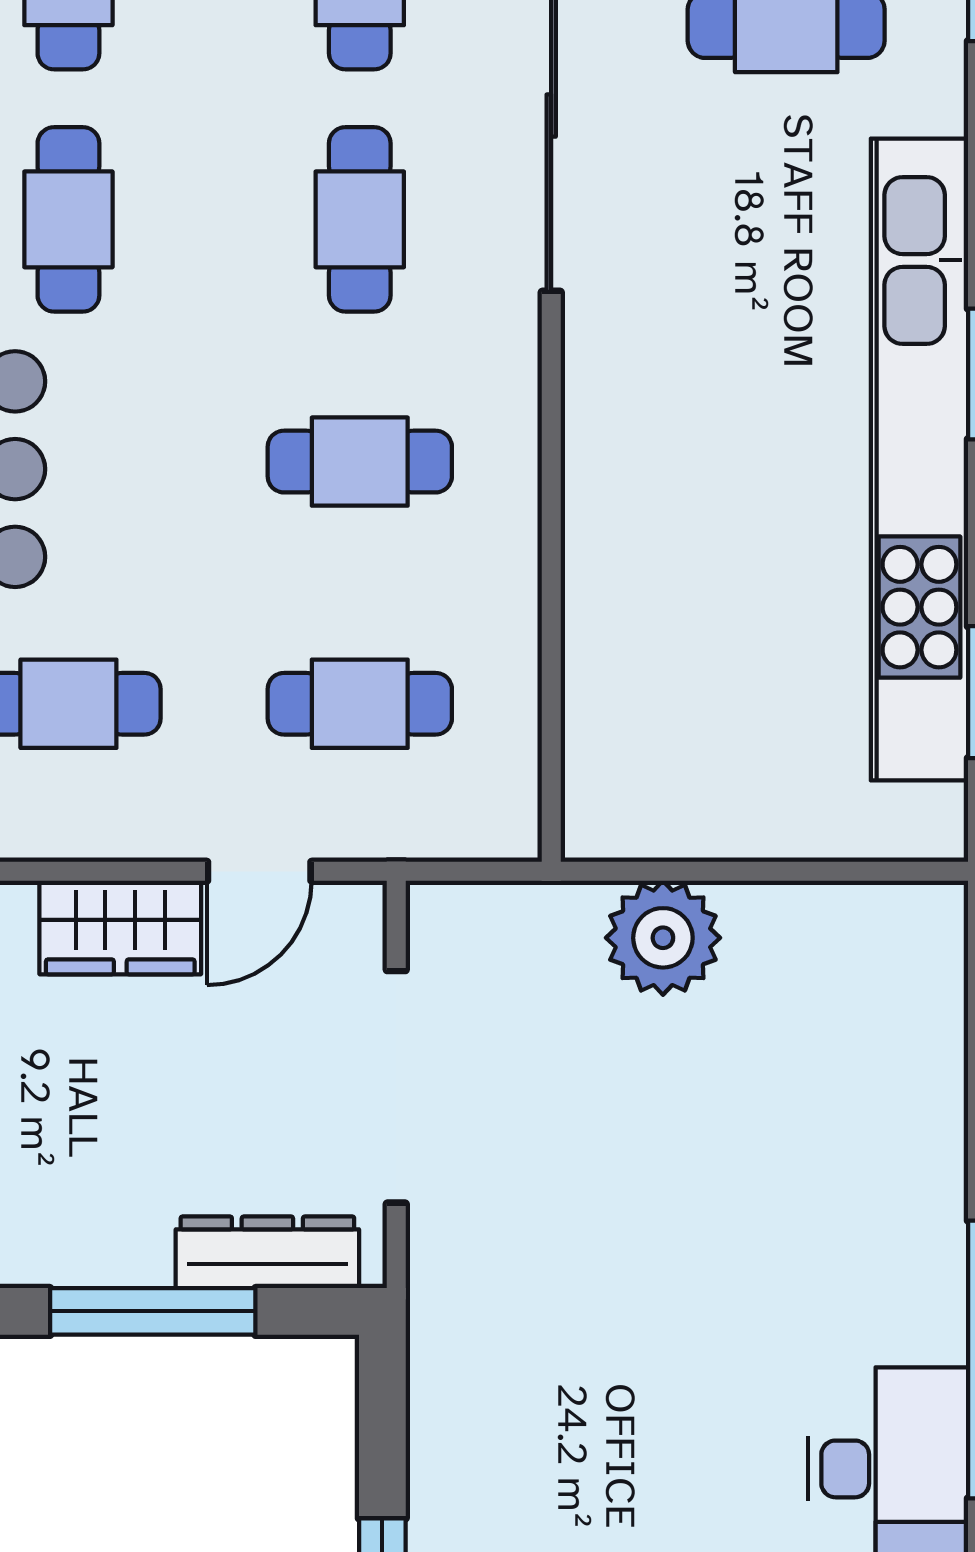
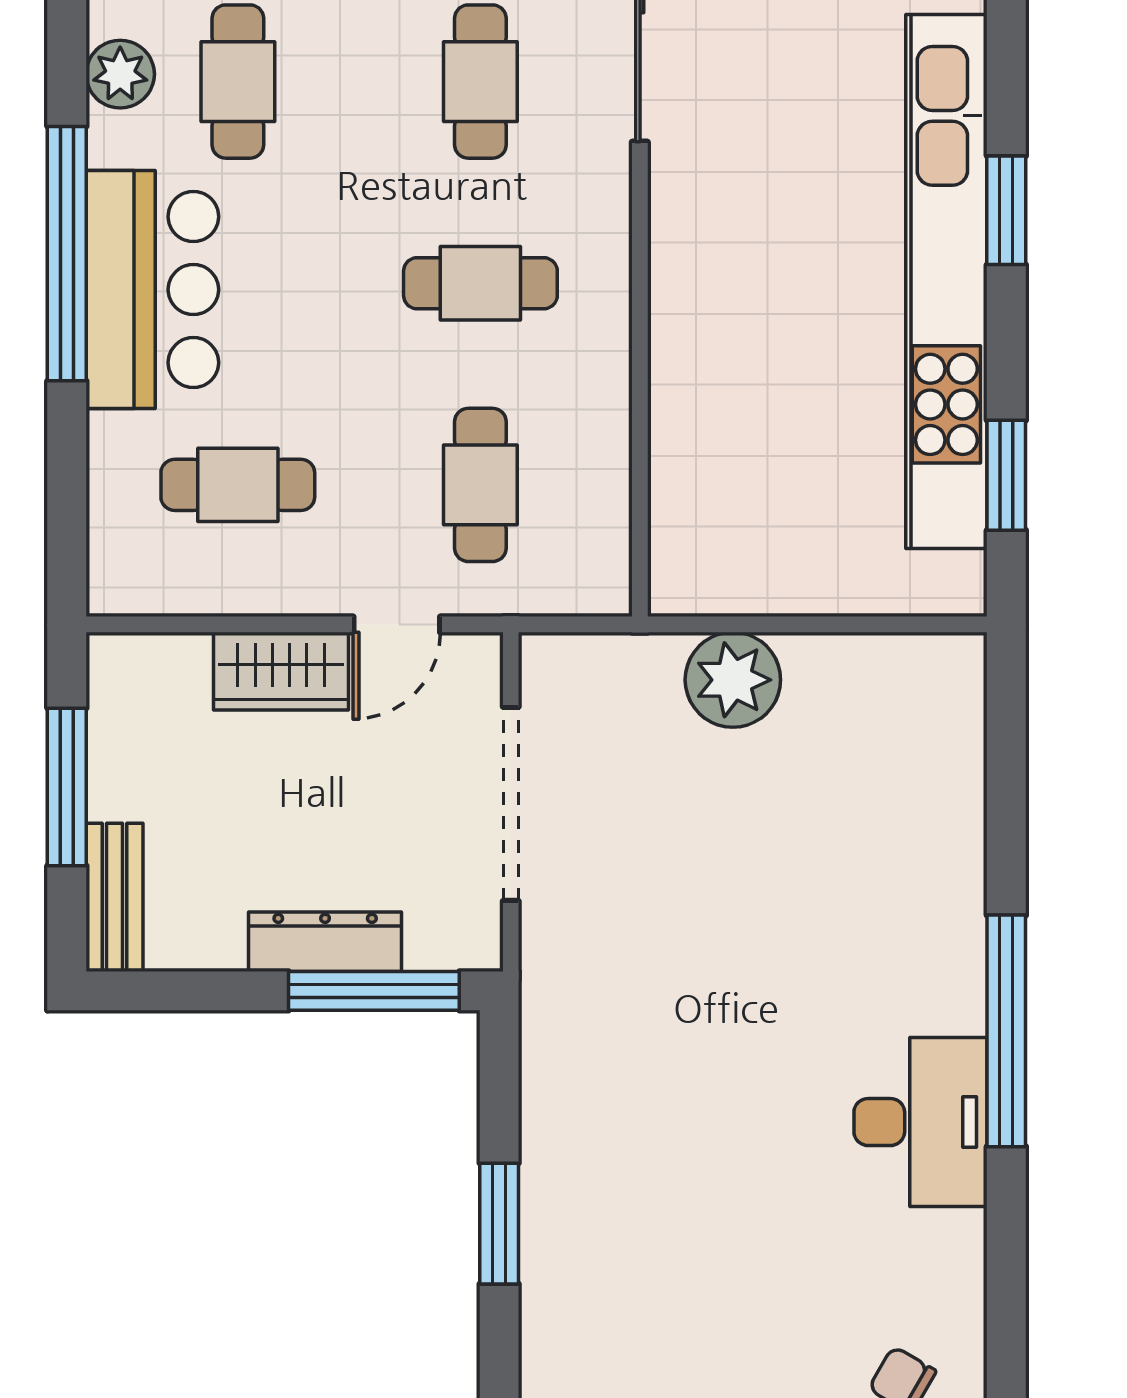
cafe table: (360, 704) -> (480, 485), turned 90
dresser: (267, 1252) -> (325, 942), moved
window: (153, 1311) -> (374, 991), moved

